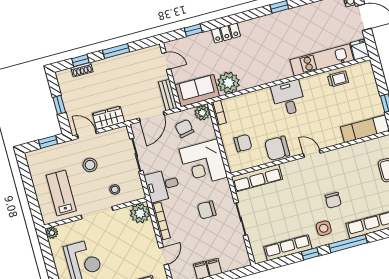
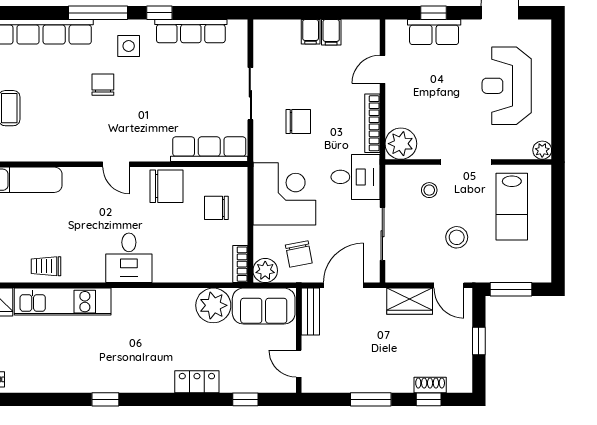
window: (48, 142) -> (511, 289), width x1.50

